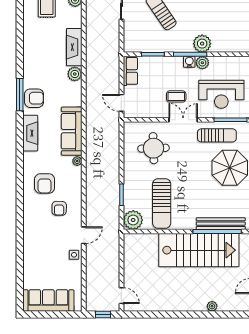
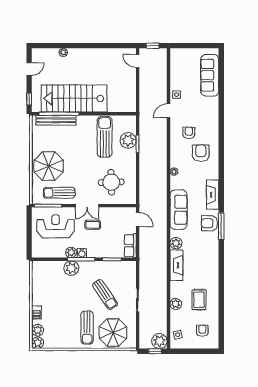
sofa: (72, 131) -> (179, 210), moved
plant: (133, 220) -> (128, 140), moved
sofa: (48, 301) -> (210, 75), moved, turned 90

